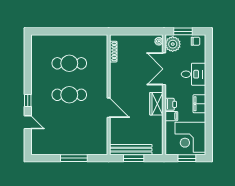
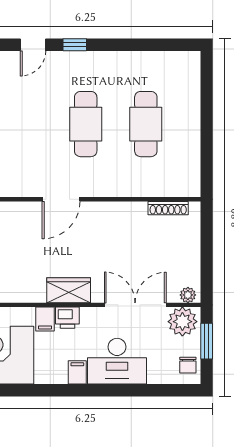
desk: (193, 74) -> (117, 361), width x1.37
filing cabinet: (199, 104) -> (77, 372), width x0.50

